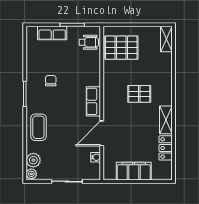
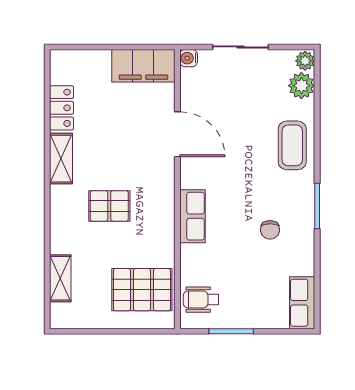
row of seats: (52, 33) -> (302, 303), moved, turned -90
shelving: (166, 39) -> (60, 278), moved
row of seats: (93, 101) -> (193, 216), moved
door: (102, 133) -> (177, 134), hinge flipped
water cooler: (96, 157) -> (189, 58), moved
filing cabinet: (134, 171) -> (143, 66), moved

